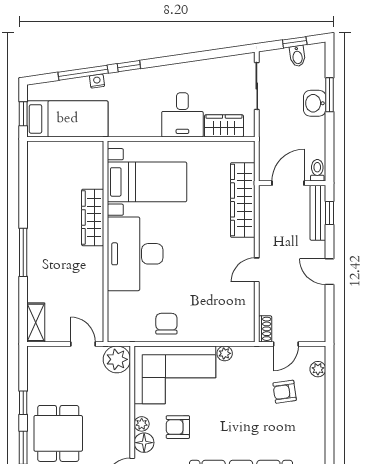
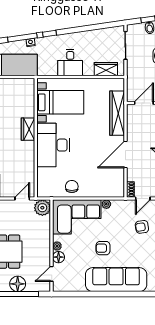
desk: (182, 115) -> (70, 63), moved
wardrobe: (93, 217) -> (28, 129), width x0.67
door: (257, 270) -> (125, 155), width x1.87
door: (83, 344) -> (22, 199), hinge flipped
armchair: (178, 427) -> (103, 248), moved

